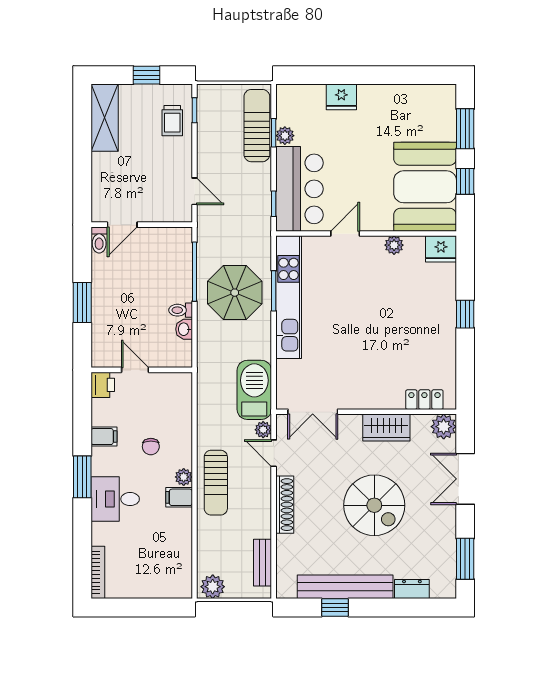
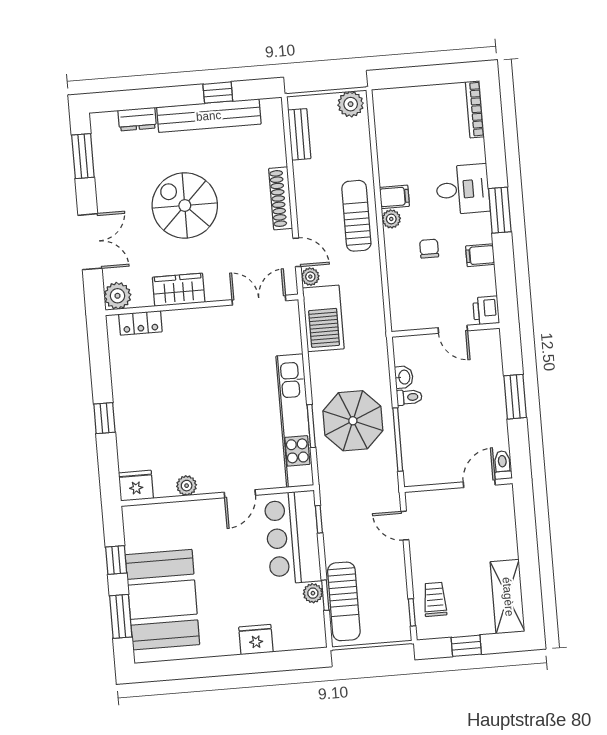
booth: (425, 187) -> (162, 600), moved

